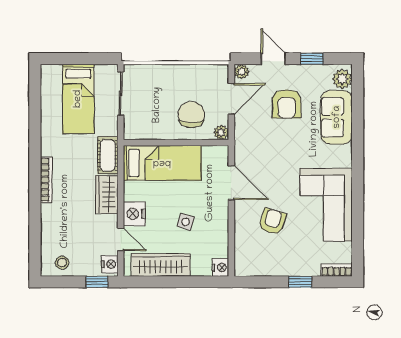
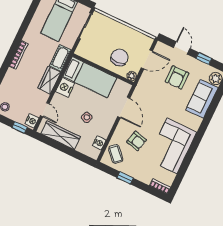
plant: (242, 72) -> (160, 47), removed
nightstand: (134, 214) -> (65, 87), moved
armchair: (272, 221) -> (137, 141), turned 86
coffee table: (252, 254) -> (116, 154), added
nightstand: (220, 267) -> (99, 143), moved
window: (300, 282) -> (125, 178), moved

